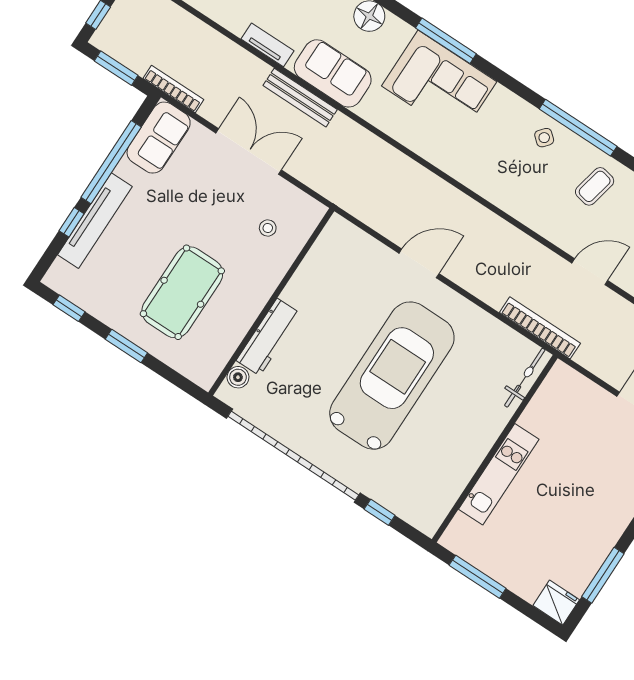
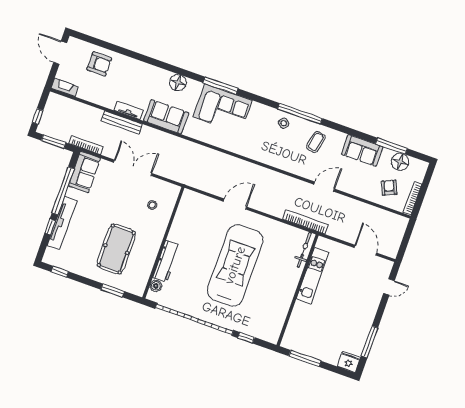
bench: (300, 98) -> (122, 123), moved
window: (126, 346) -> (113, 290), moved
kitchen unit: (499, 474) -> (312, 276), moved

